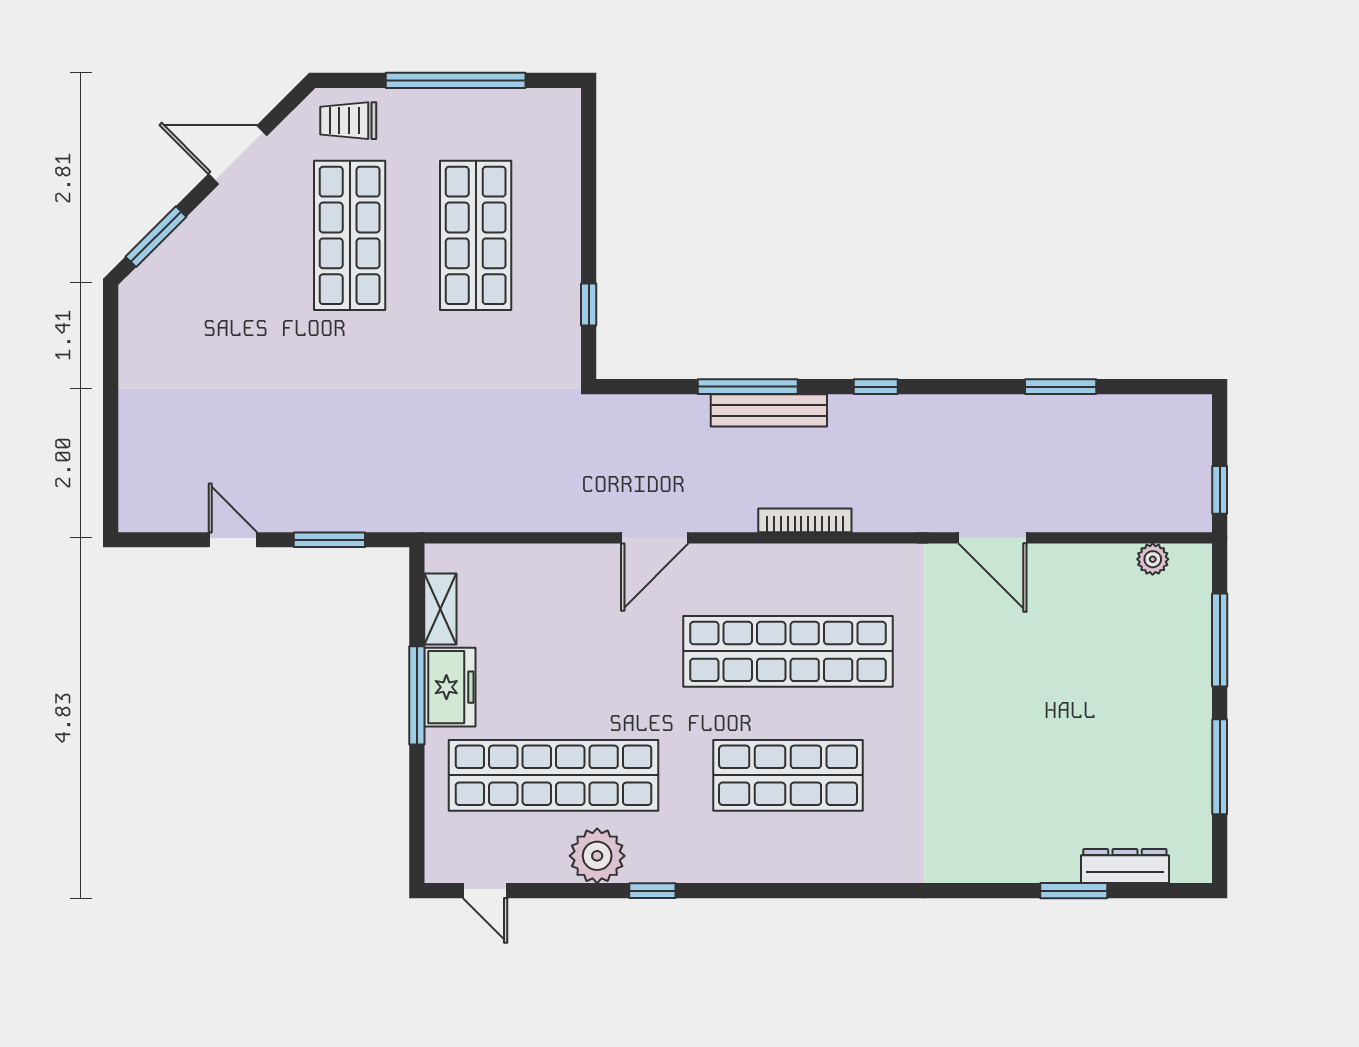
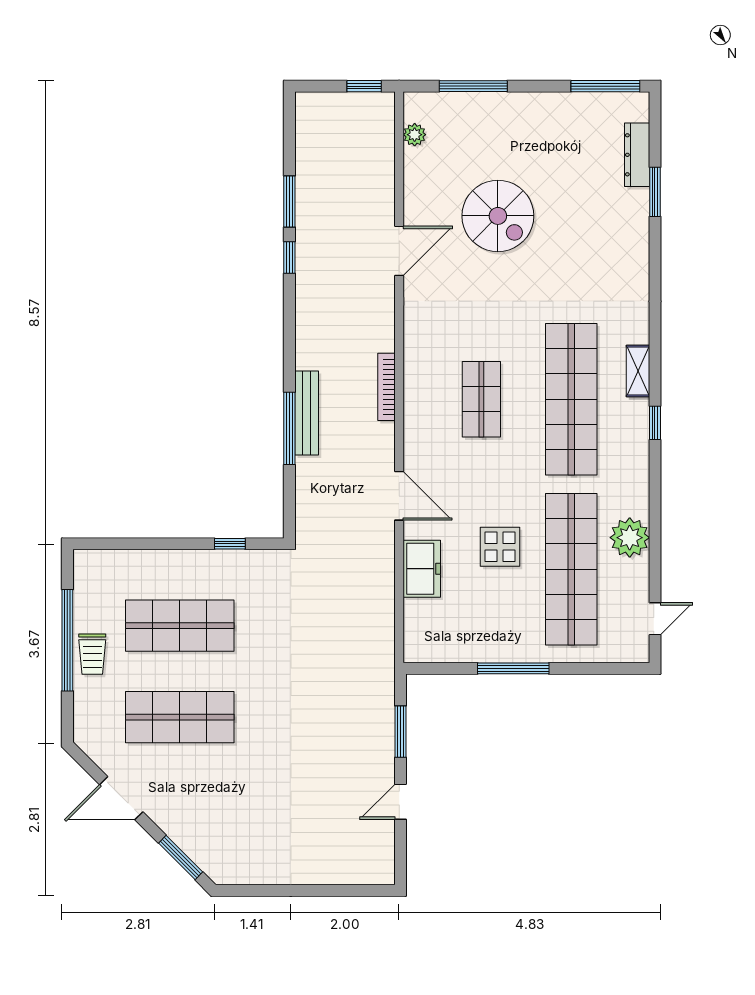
trolley: (348, 121) -> (92, 654), moved
door: (238, 155) -> (121, 798), hinge flipped
window: (876, 387) -> (289, 257), moved
shelving: (440, 609) -> (638, 371), moved, turned 90
shop shelf: (788, 651) -> (481, 399), width x0.50, depth x0.74
spiral stairs: (1041, 674) -> (498, 216), added
display table: (585, 677) -> (500, 547), added
freezer: (450, 687) -> (422, 569), moved, turned 90
window: (1220, 767) -> (605, 86), moved
shop shelf: (788, 775) -> (571, 399), width x1.40
window: (652, 891) -> (655, 423), moved

